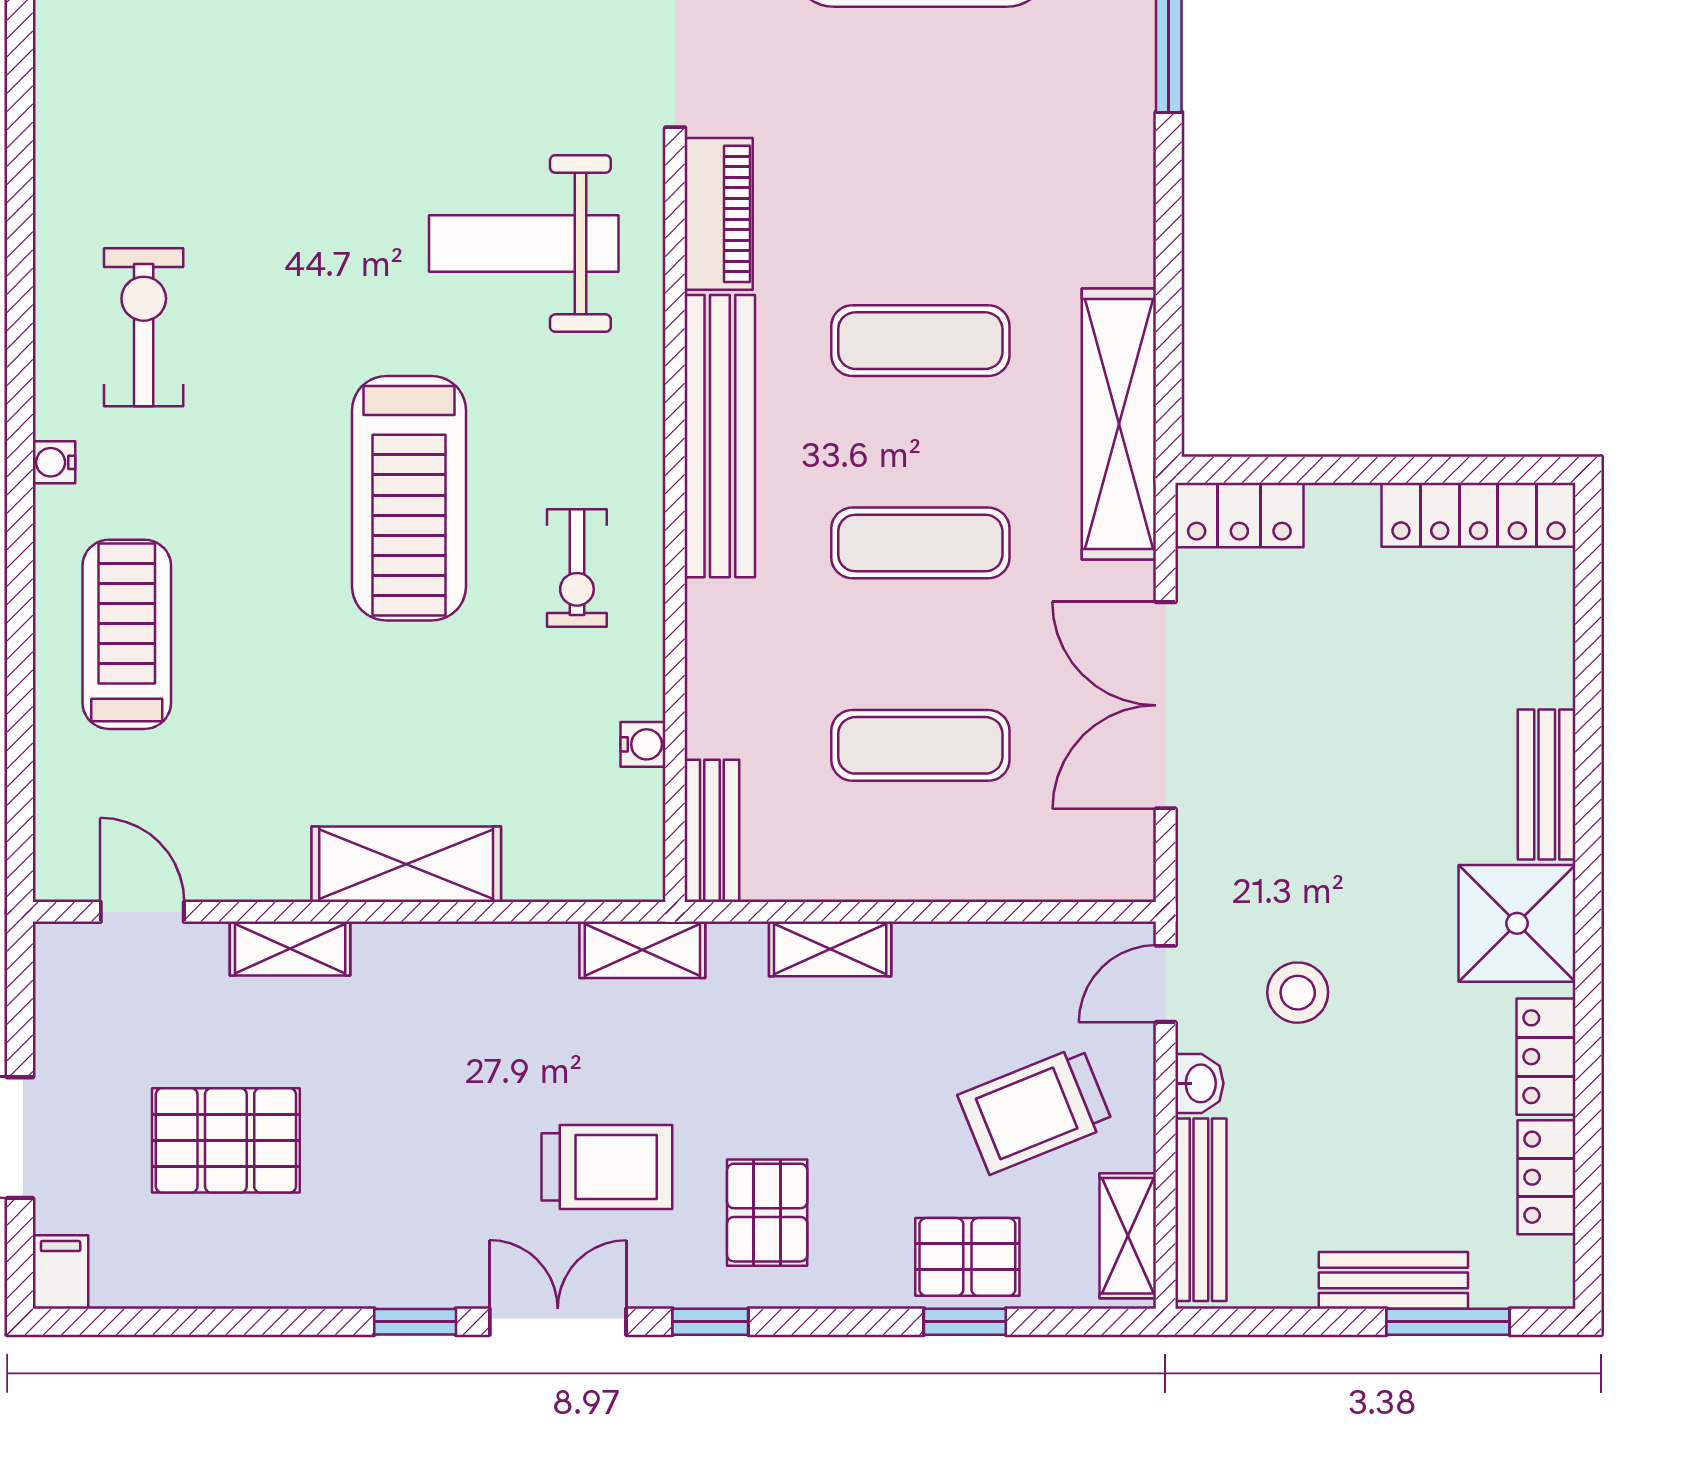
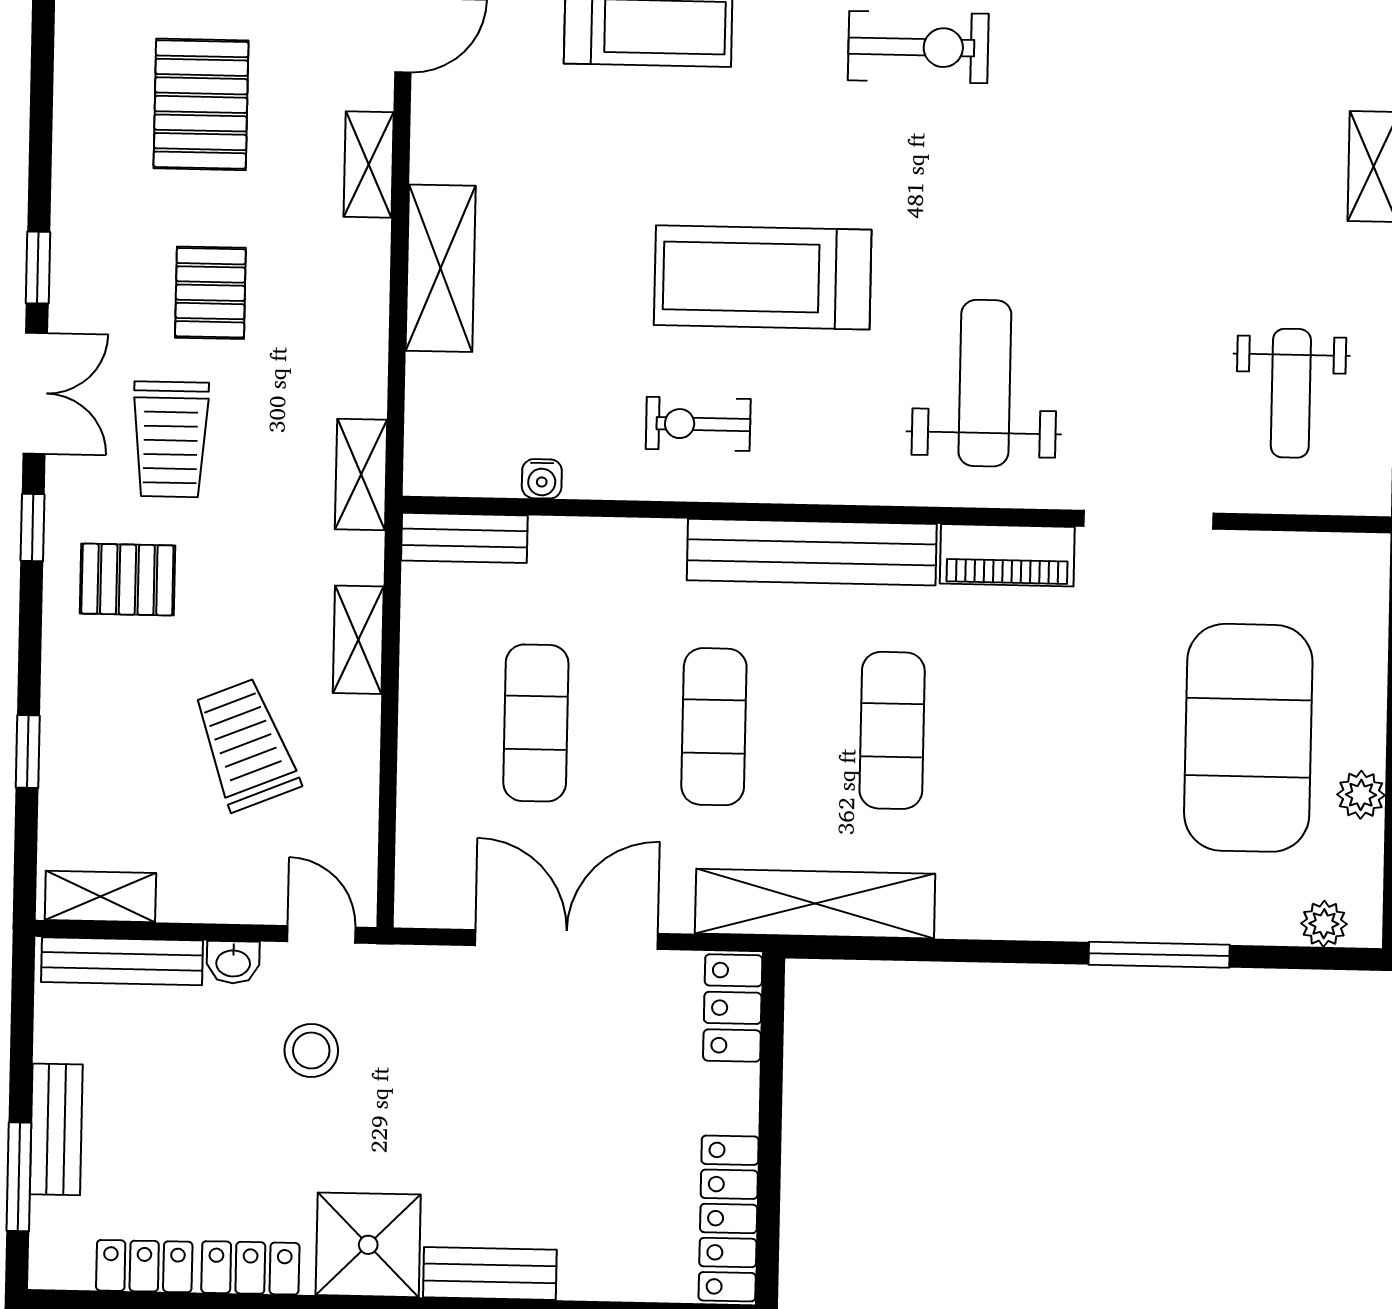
trolley: (1035, 1110) -> (246, 745), moved
pallet: (967, 1257) -> (210, 293), moved

